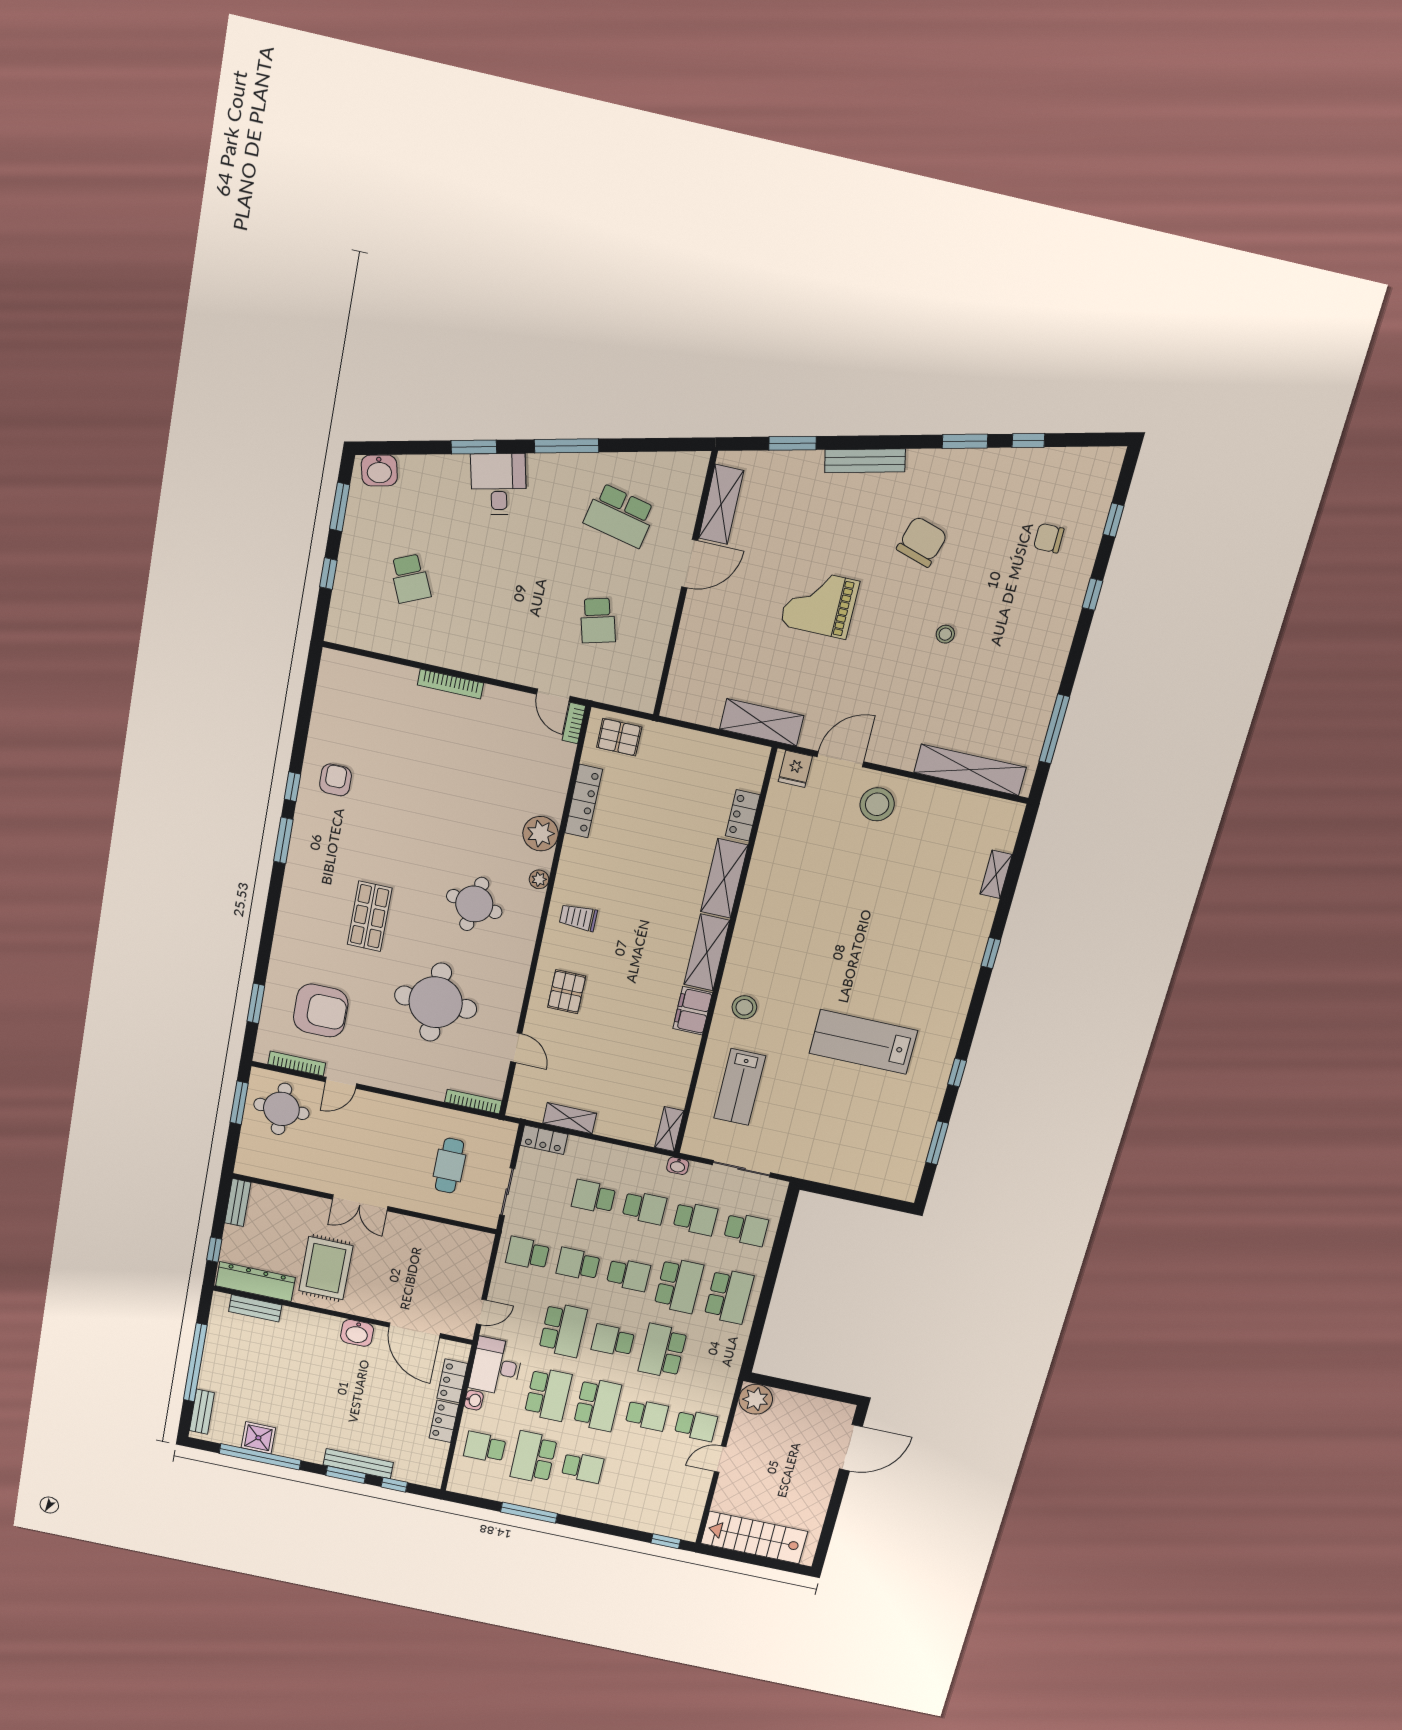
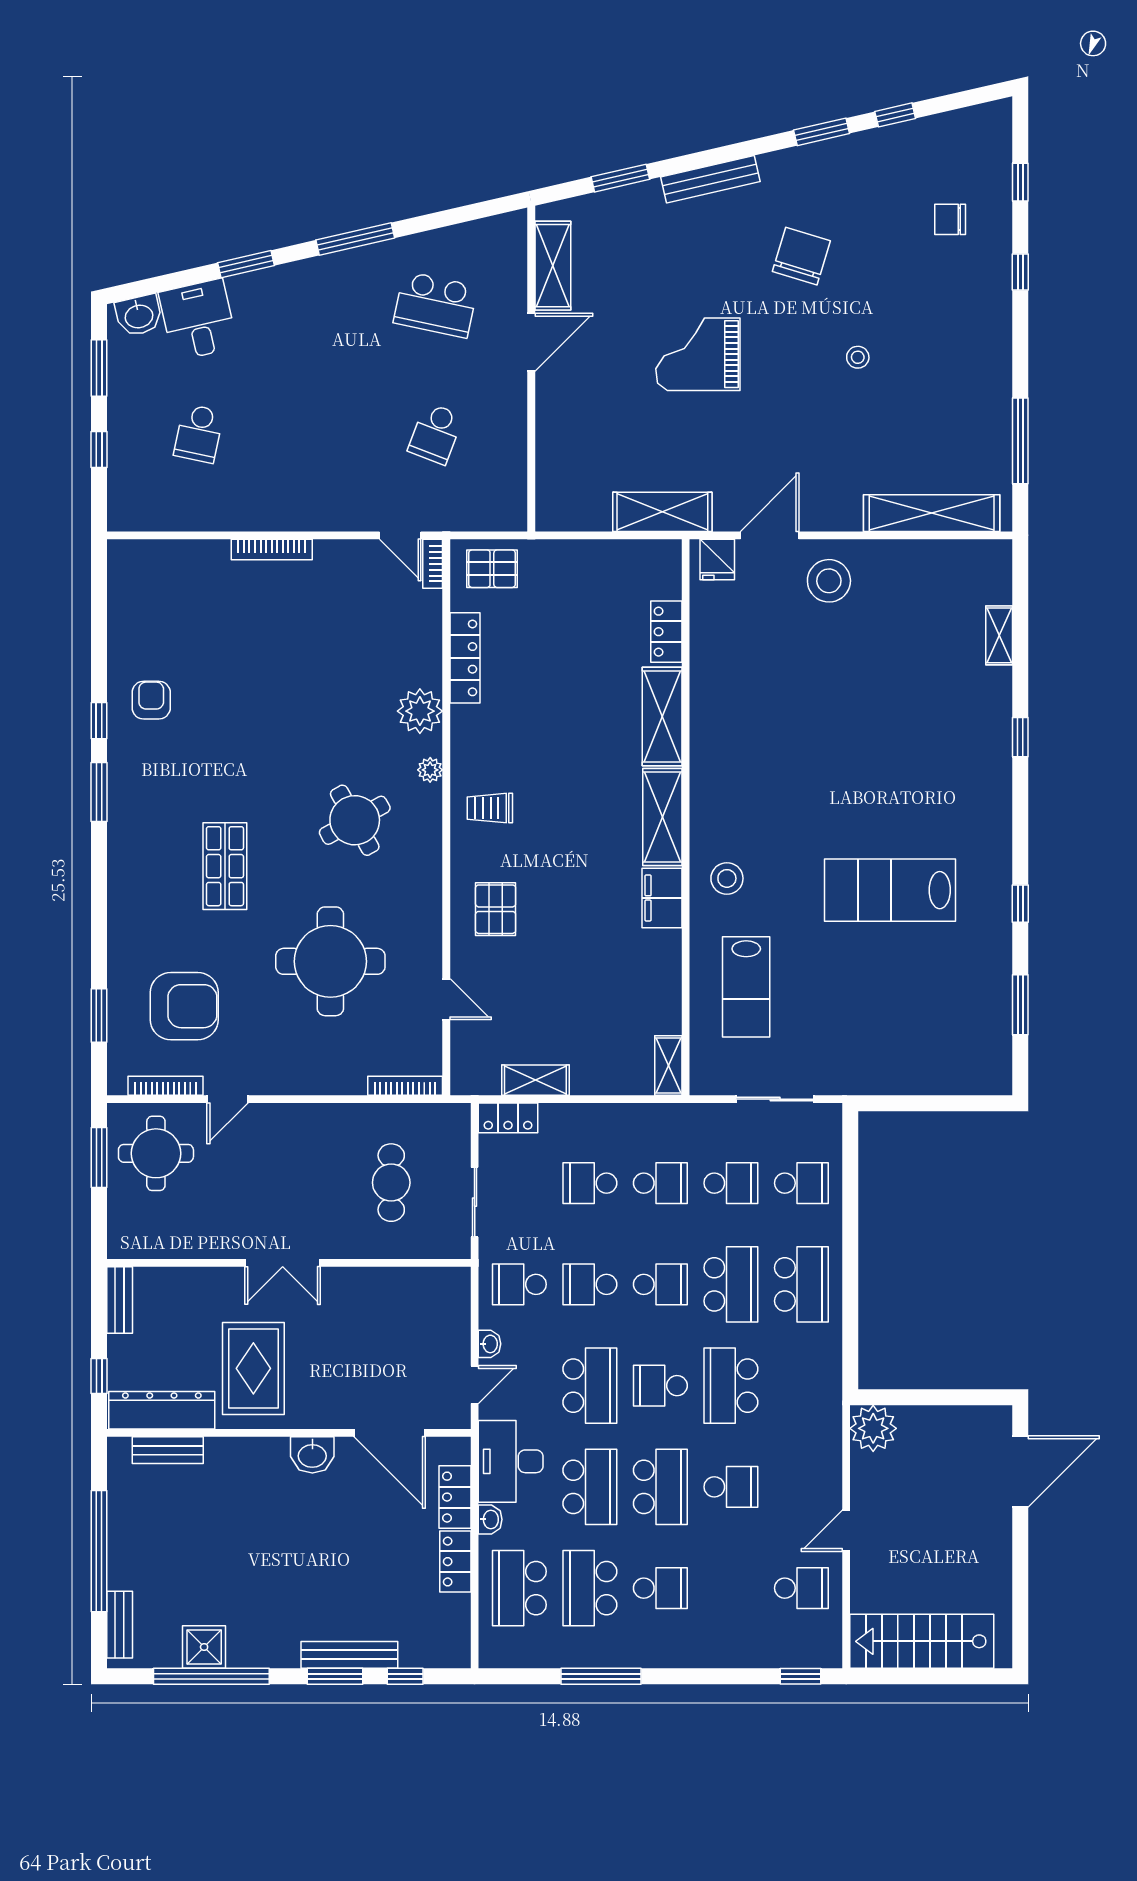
desk: (499, 484) -> (198, 320), moved
school desk: (410, 579) -> (199, 434), turned 36
school desk: (598, 621) -> (436, 434), turned 36
round table: (474, 904) -> (355, 820), turned -38
washbasin: (678, 1166) -> (490, 1344), moved, turned -90
school desk: (696, 1425) -> (801, 1588), moved
school desk: (485, 1447) -> (519, 1588), width x1.85

